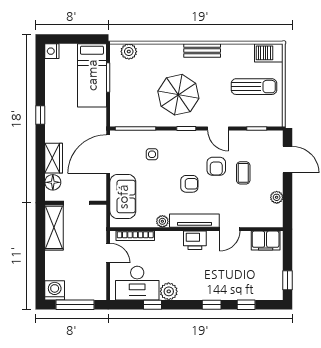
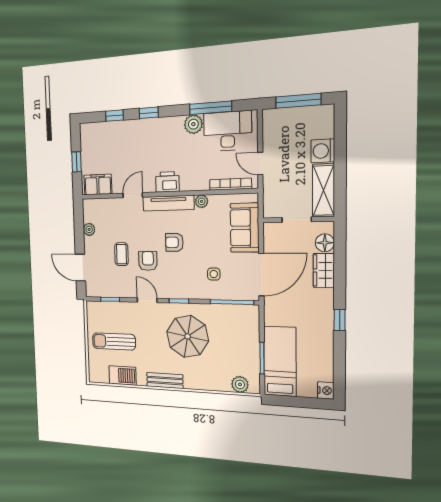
barbecue: (269, 53) -> (123, 375), moved
window: (288, 280) -> (77, 162), moved
washing machine: (55, 290) -> (323, 151), moved, turned 90
window: (152, 305) -> (211, 108), width x2.17

